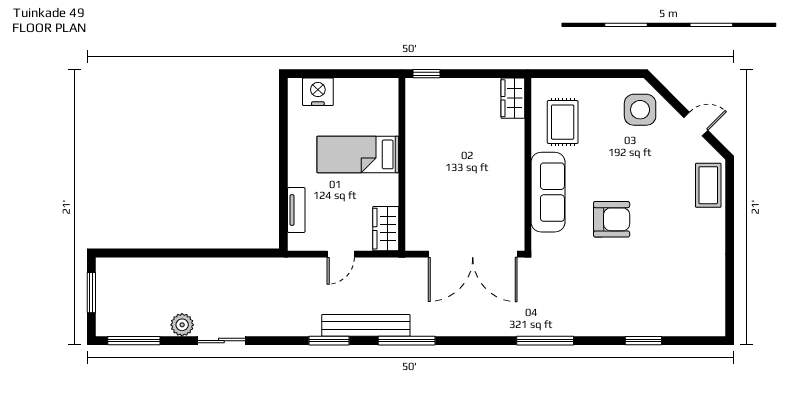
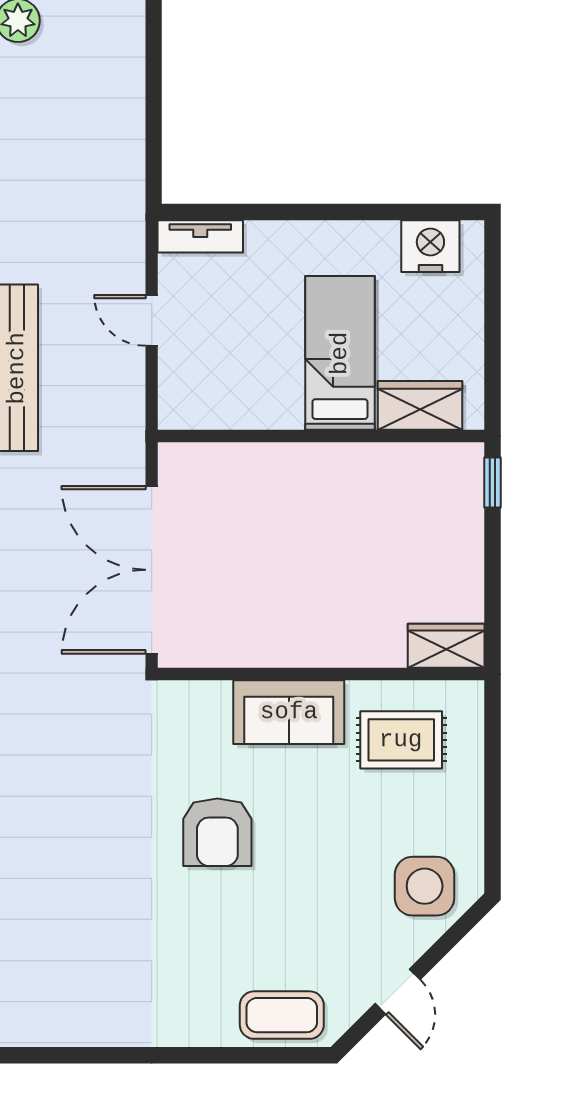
nightstand: (318, 92) -> (430, 246), moved, turned -90
sofa: (548, 192) -> (289, 712), width x0.73
tv unit: (296, 210) -> (200, 236), moved
wardrobe: (386, 229) -> (420, 405), moved

